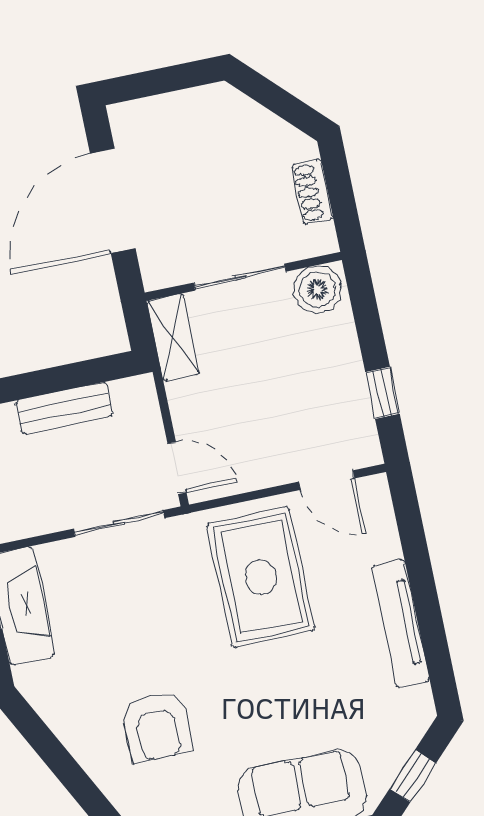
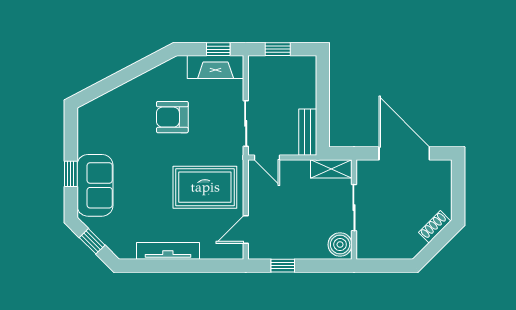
shoe rack: (312, 192) -> (435, 227), moved, turned -45
bench: (65, 408) -> (308, 132), moved
door: (177, 468) -> (267, 157), hinge flipped
armchair: (157, 726) -> (172, 117), moved

